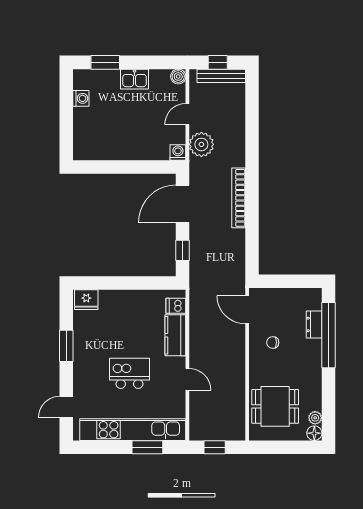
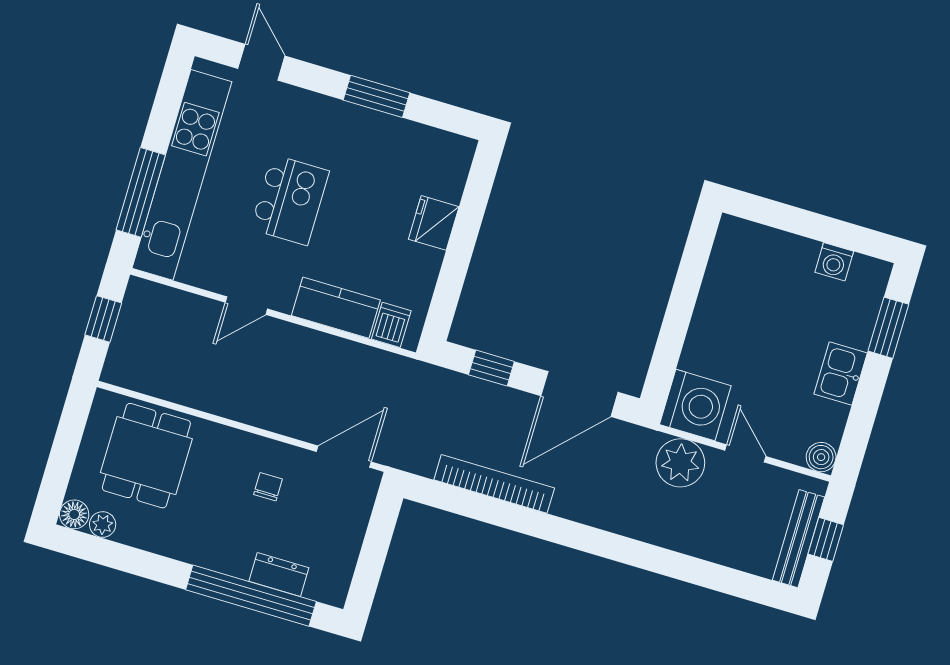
washing machine: (178, 152) -> (695, 405), width x1.89, depth x1.89
bookcase: (239, 198) -> (494, 484), moved
door: (182, 204) -> (579, 394), swing flipped
fridge: (86, 300) -> (434, 223), moved
window: (147, 447) -> (141, 192), width x1.44

